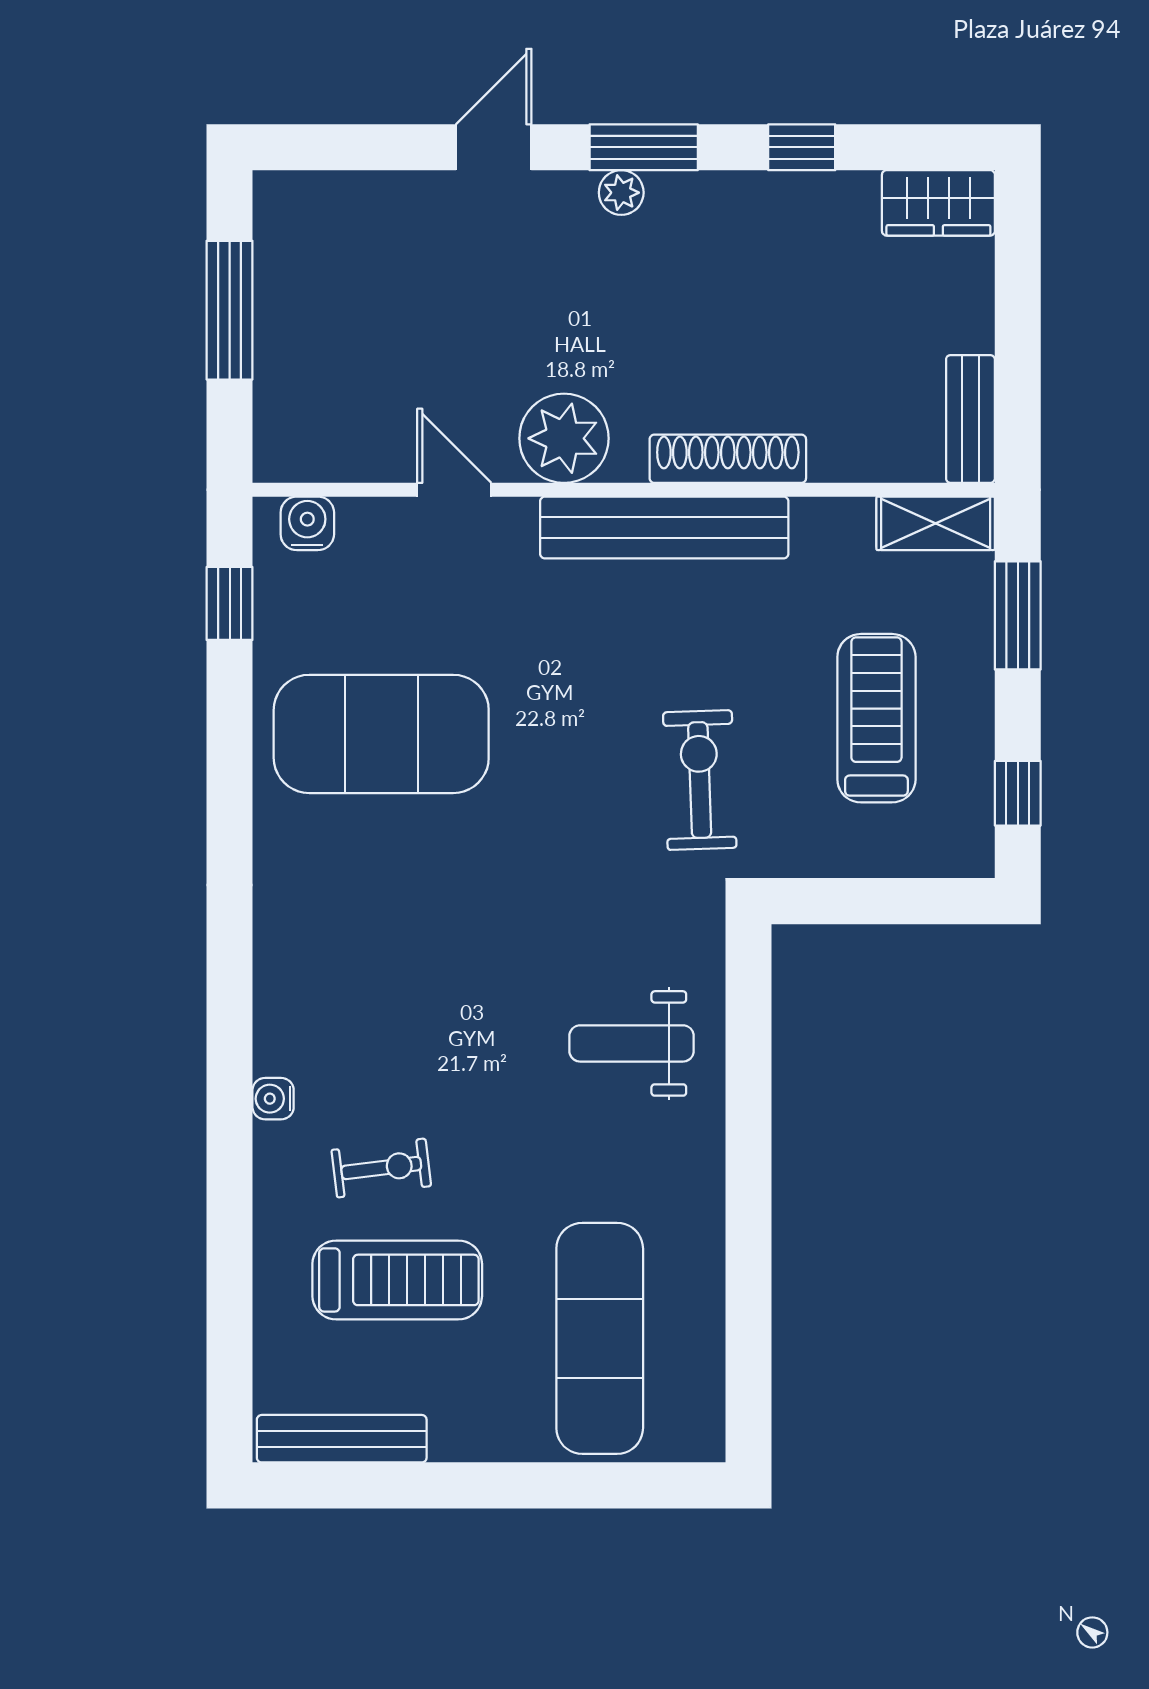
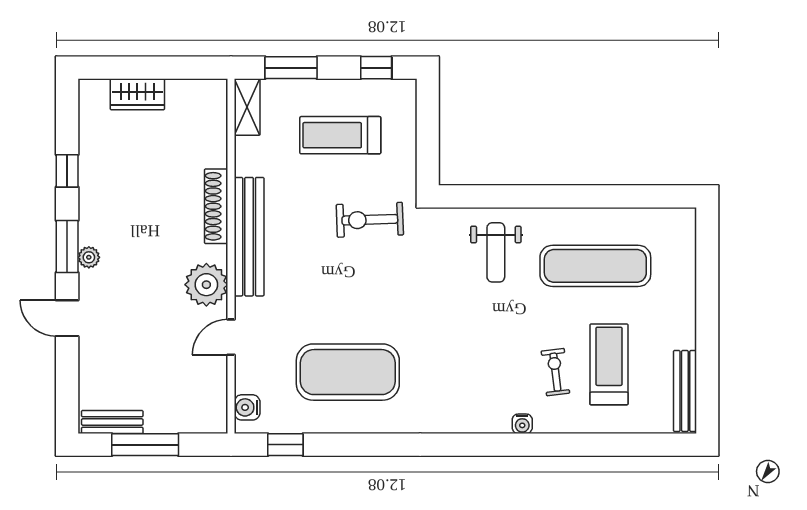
wardrobe: (938, 203) -> (137, 94), moved, turned 90
bench: (970, 419) -> (112, 422), moved
exercise mat: (381, 734) -> (348, 372), turned 90
exercise mat: (600, 1338) -> (595, 266), moved

